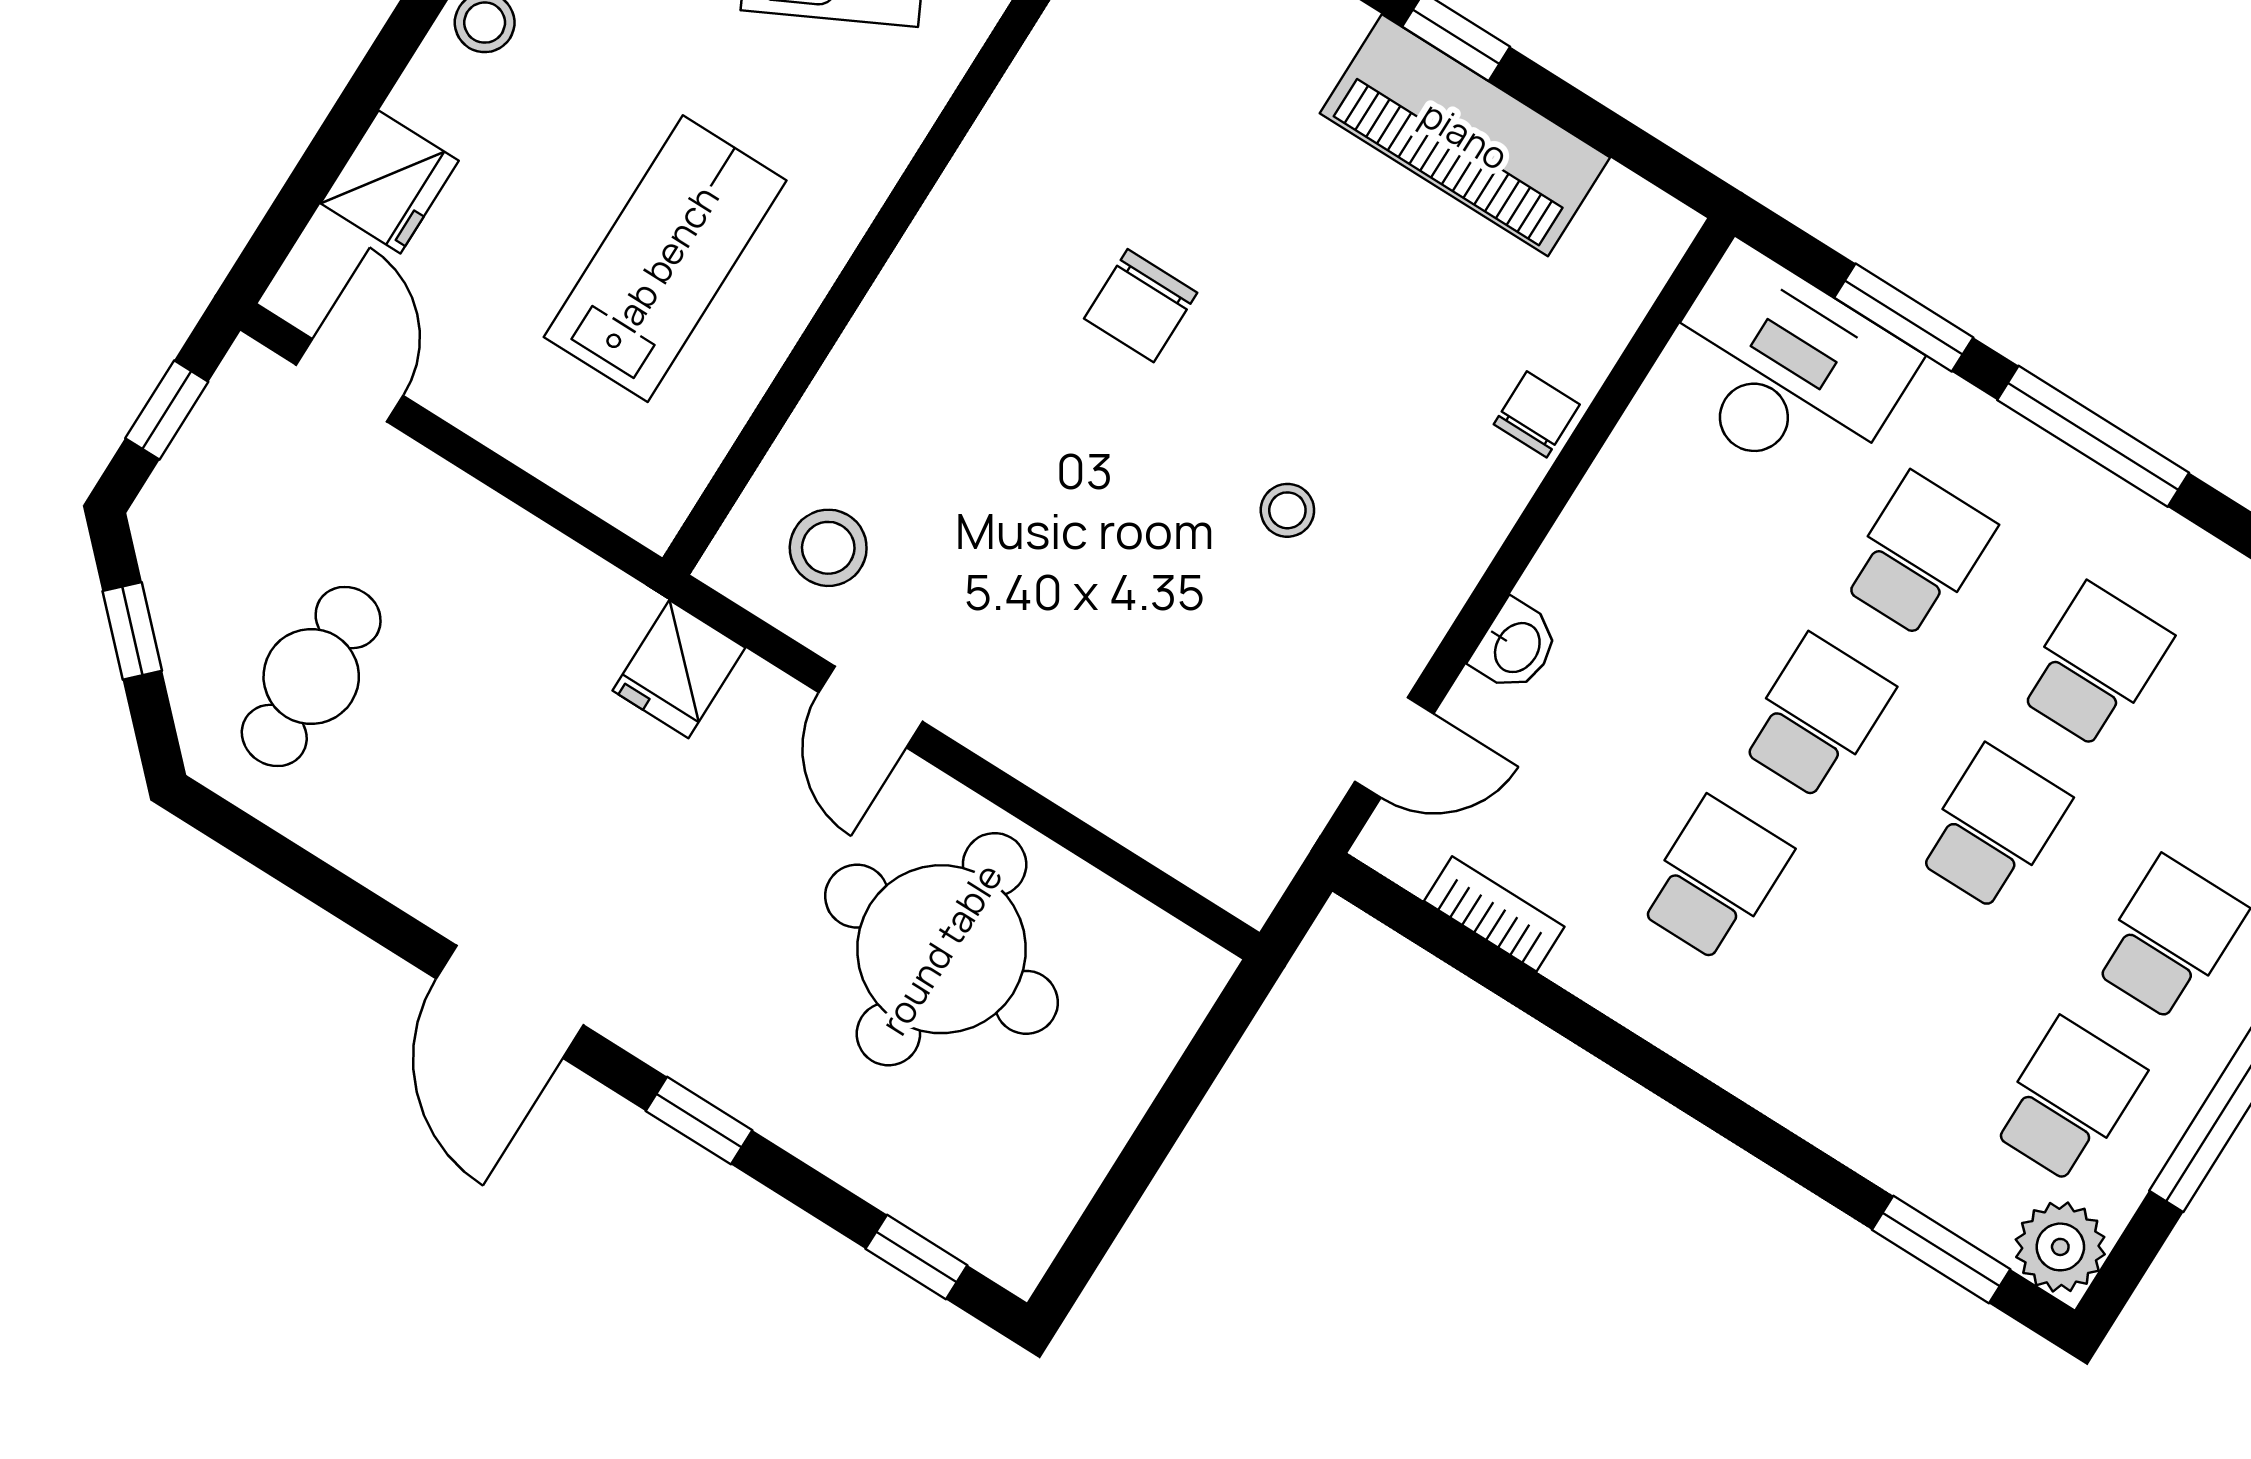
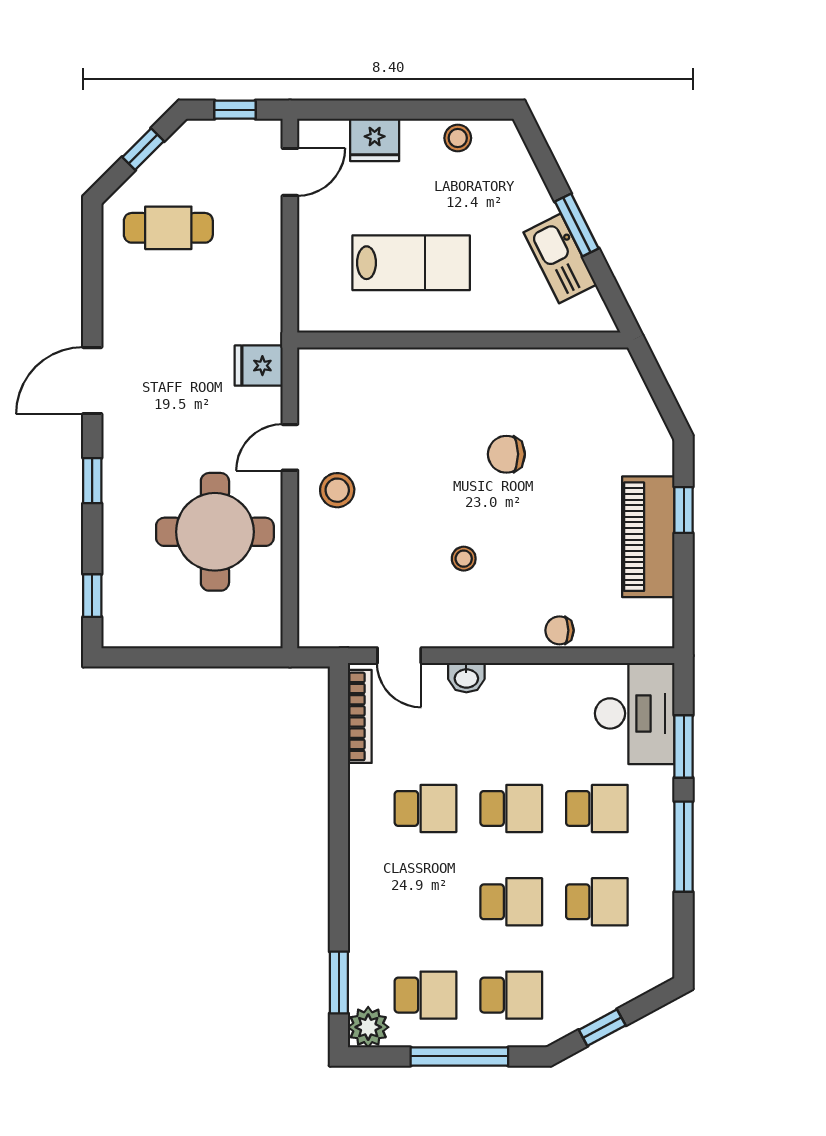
chair: (1537, 414) -> (559, 630), turned 180
stool: (828, 548) -> (337, 490), moved
bookcase: (1494, 914) -> (360, 716), width x1.56

